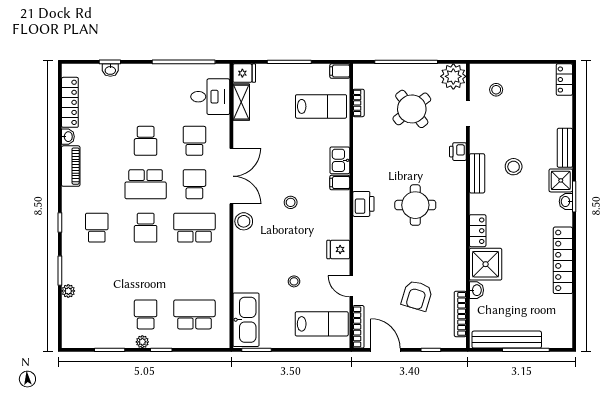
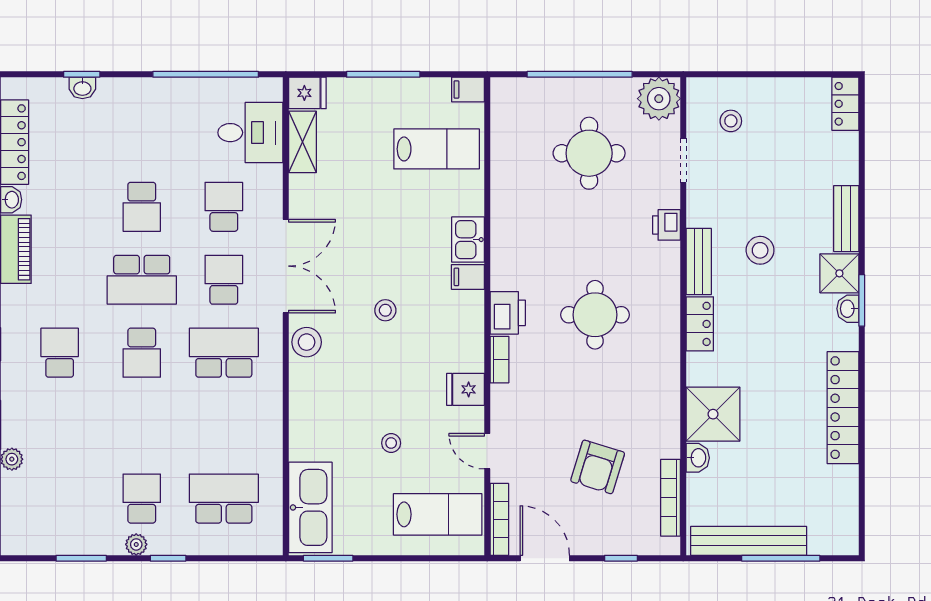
bookcase: (359, 103) -> (500, 360), moved
round table: (412, 109) -> (589, 153), turned 38
locker: (478, 231) -> (700, 324), moved

